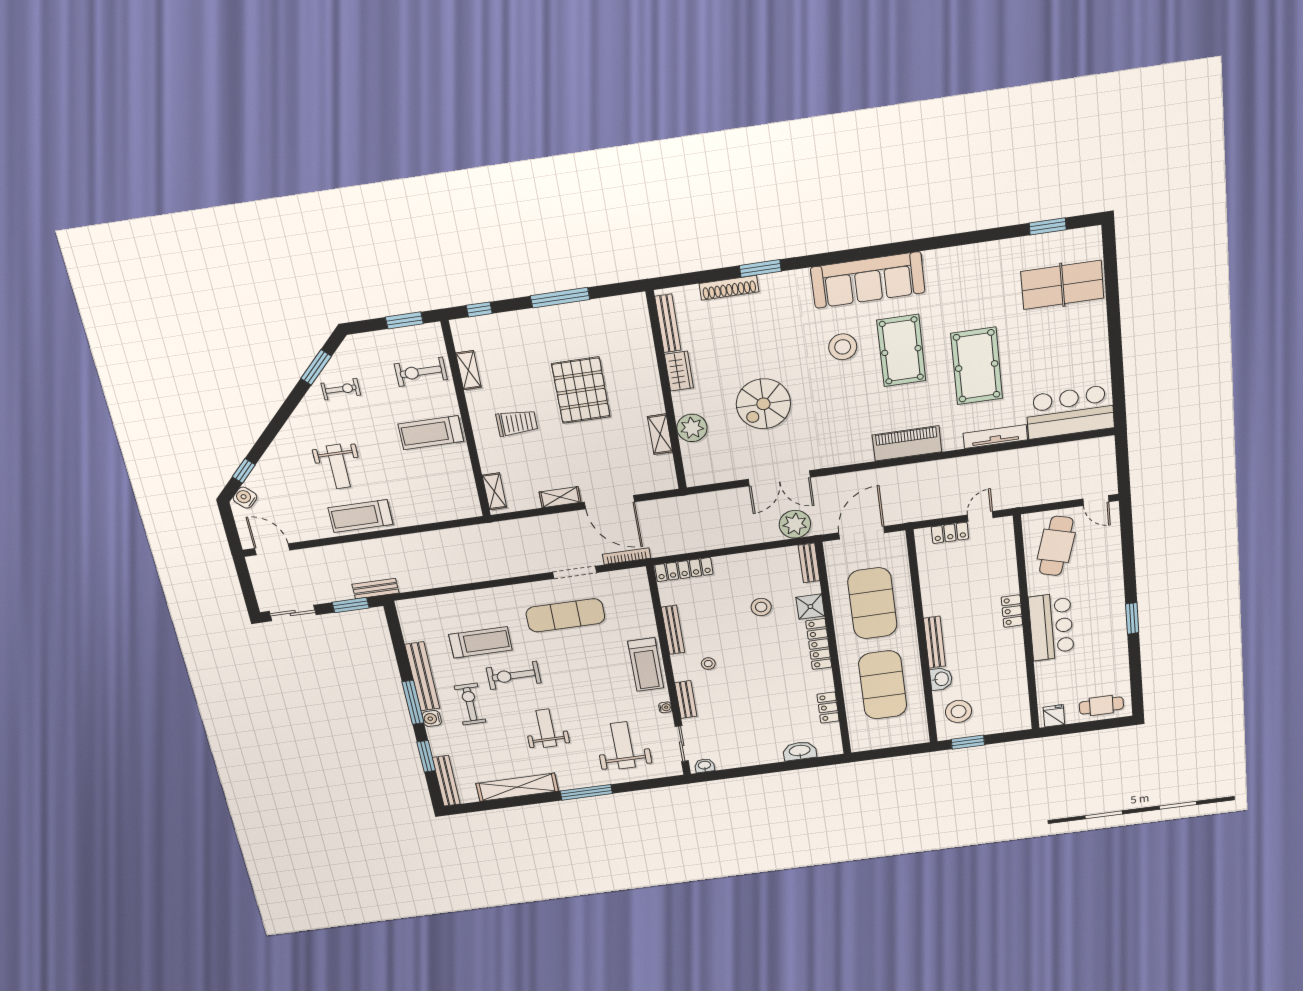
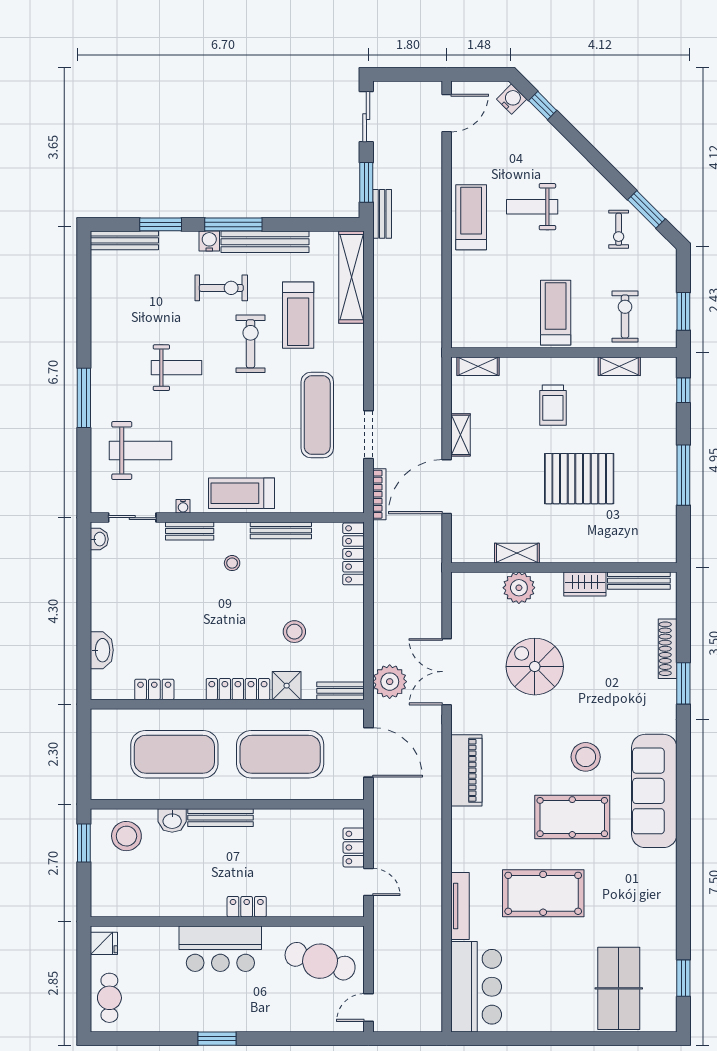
piano: (907, 443) -> (466, 770), moved
shelving: (517, 787) -> (351, 277), moved

